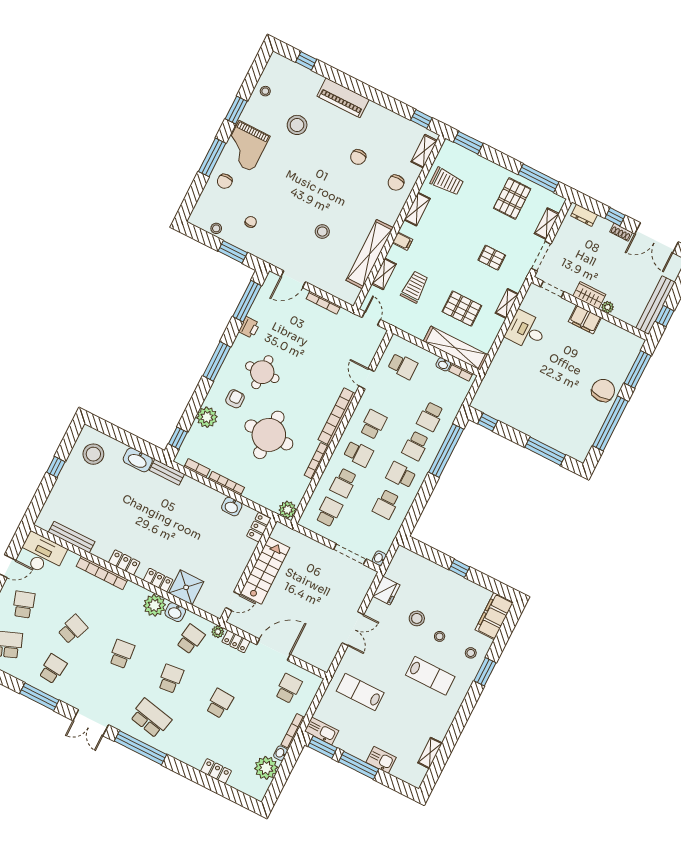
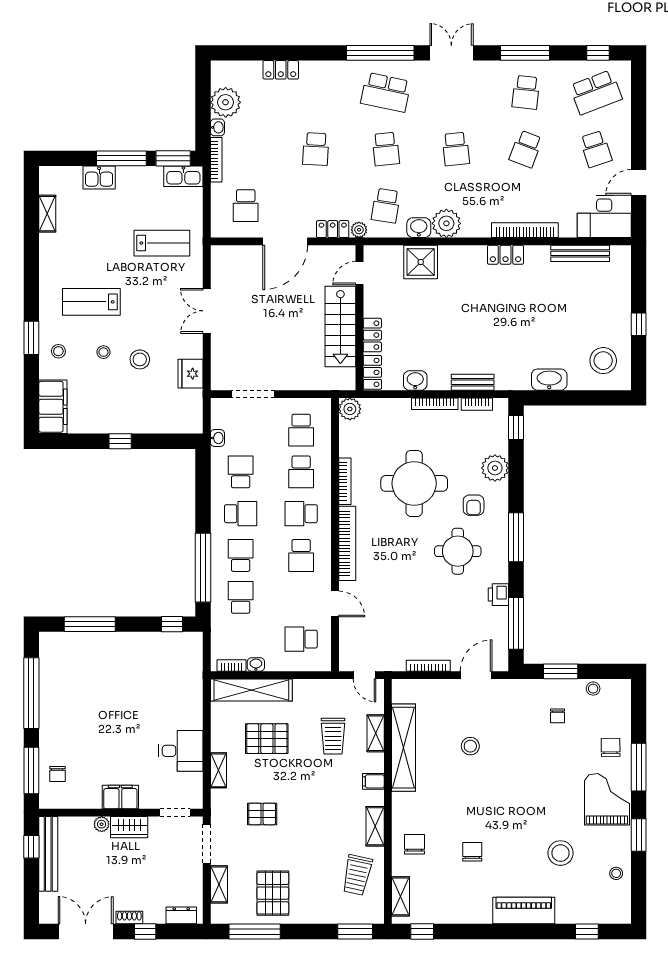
trolley: (447, 181) -> (357, 875), turned -78
chair: (603, 390) -> (57, 774), moved, width x0.54, depth x0.54
bench: (167, 472) -> (473, 382), moved
school desk: (344, 483) -> (301, 472), turned 180
washbasin: (379, 558) -> (217, 438), moved
locker: (158, 580) -> (372, 335), moved, turned -90

